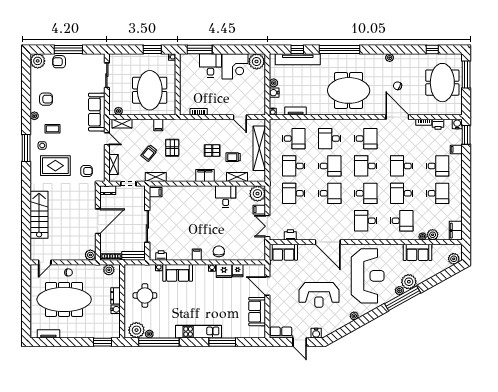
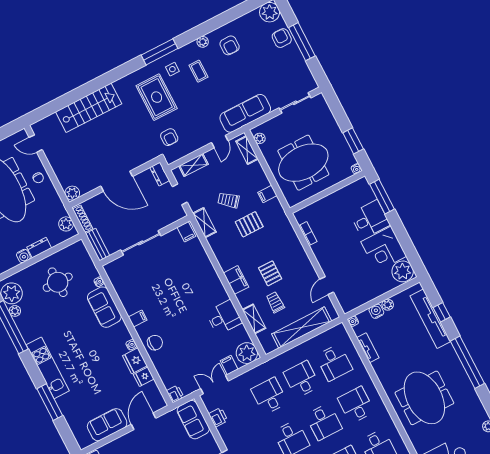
printer: (161, 256) -> (175, 394), moved

